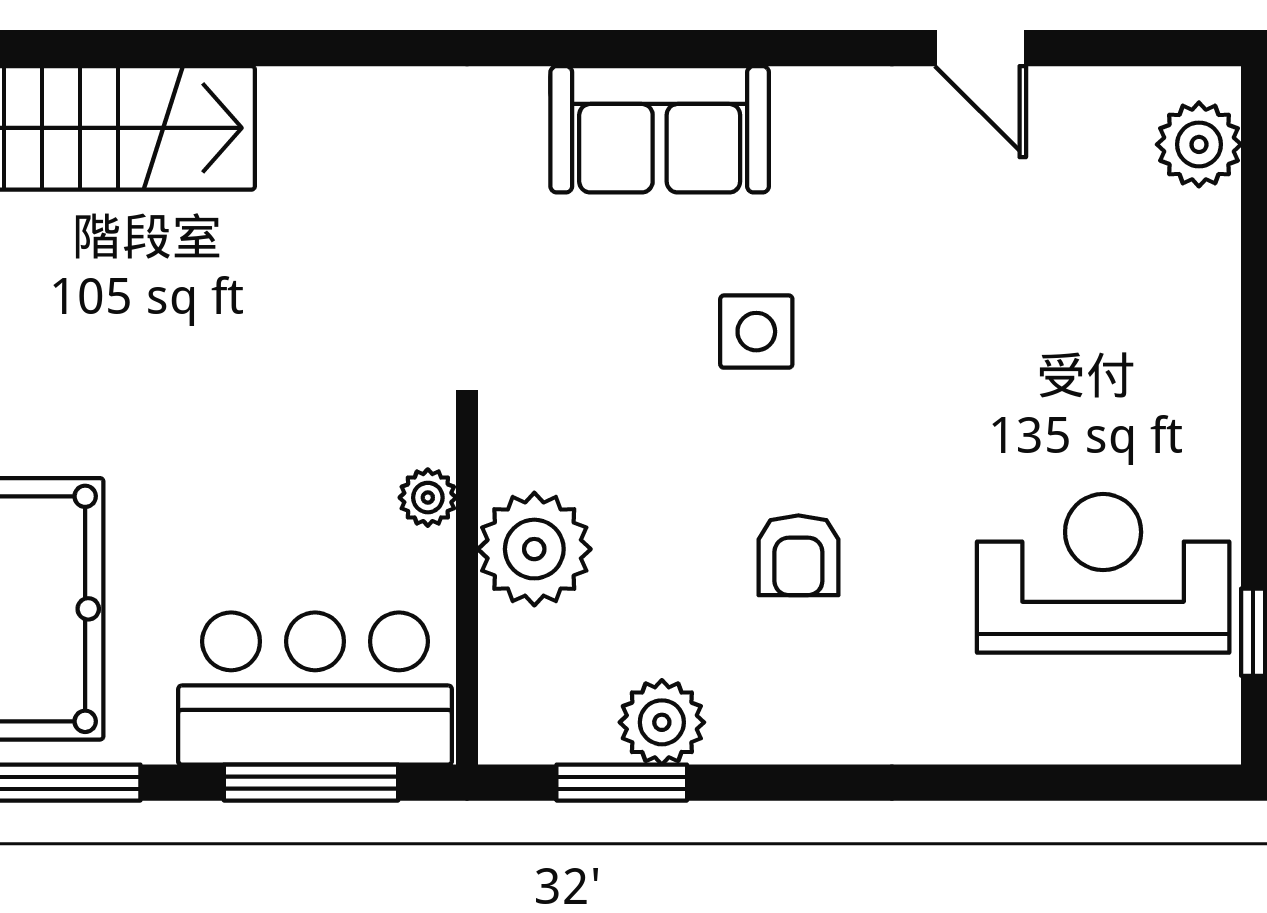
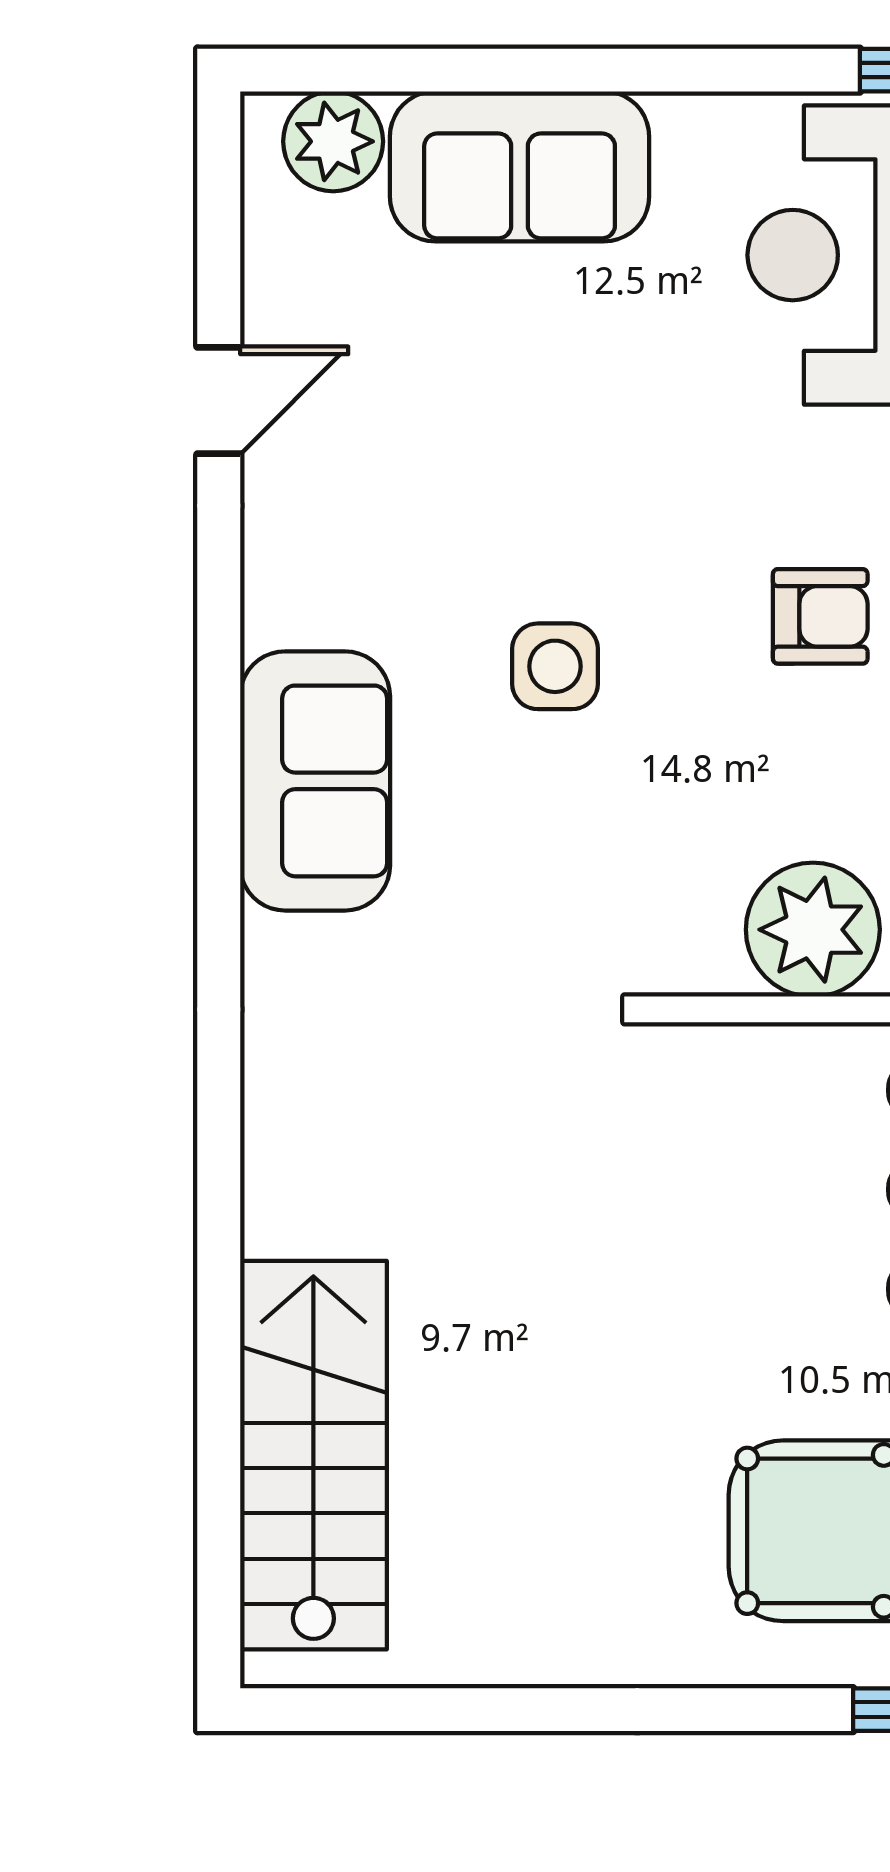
sofa: (1178, 302) -> (520, 166), added
plant: (428, 498) -> (752, 1056), removed

